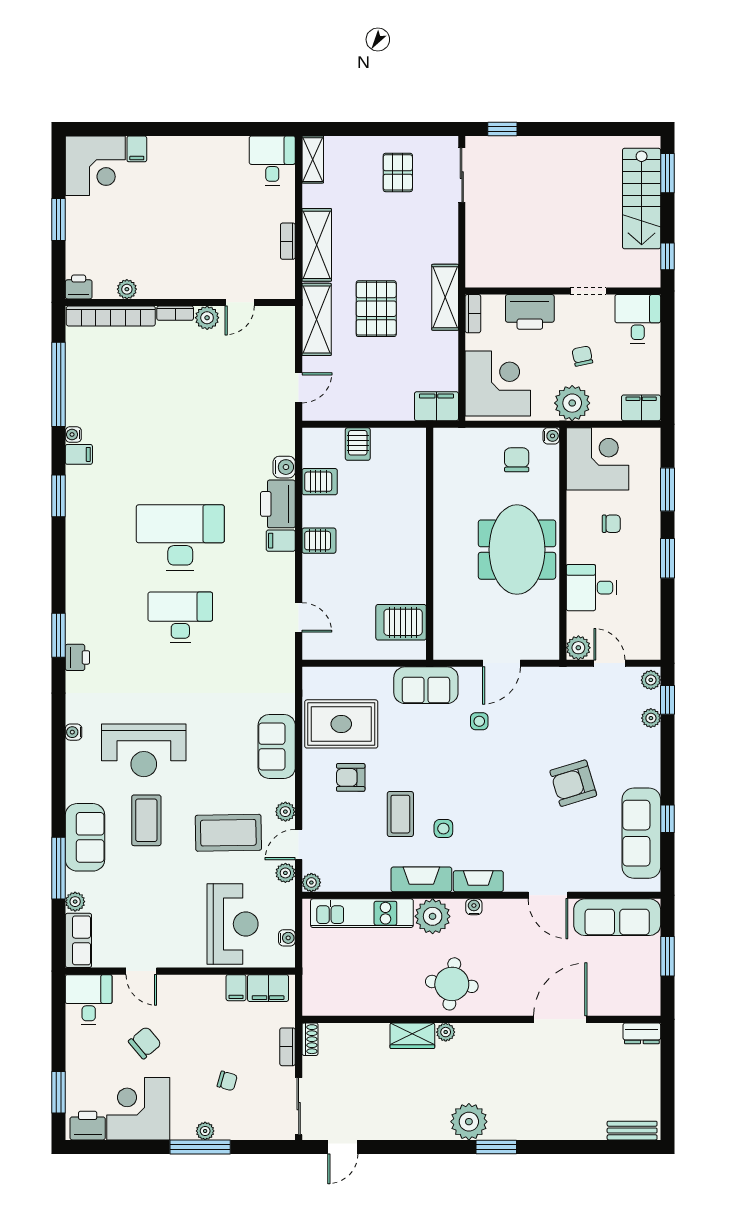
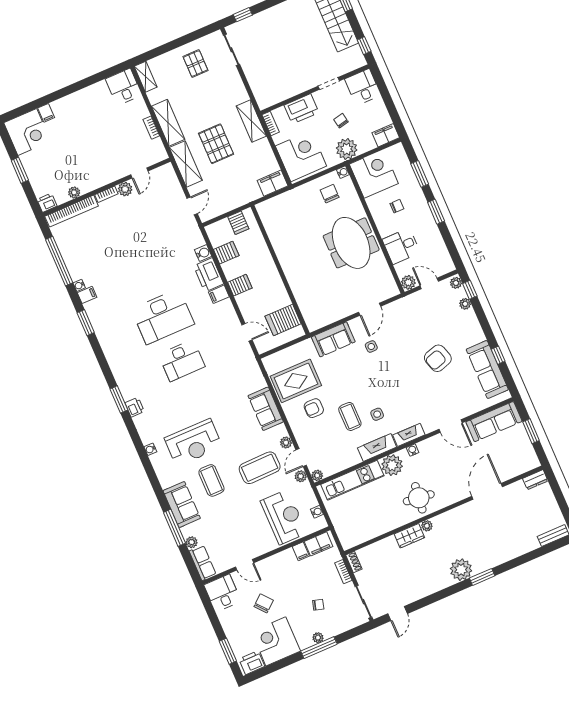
desk: (180, 538) -> (163, 317), turned 180
wall: (430, 544) -> (280, 270), moved
desk: (180, 617) -> (182, 360), turned 180
server rack: (401, 622) -> (283, 320), moved

